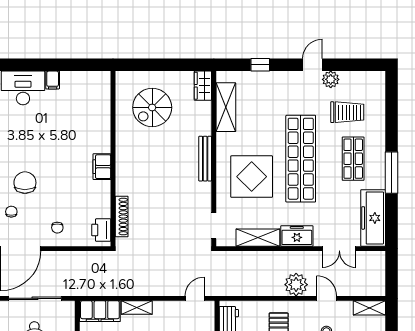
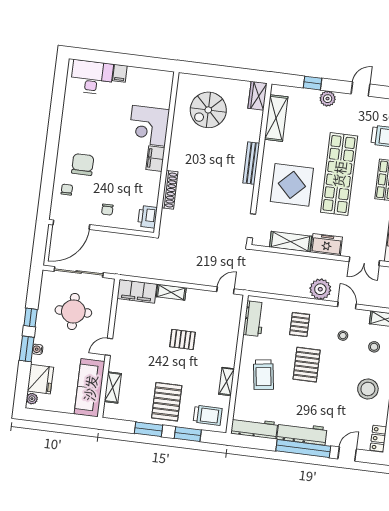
plant: (331, 79) -> (328, 99), moved
corner desk: (91, 132) -> (149, 126), added
shoe rack: (122, 217) -> (170, 190), moved

